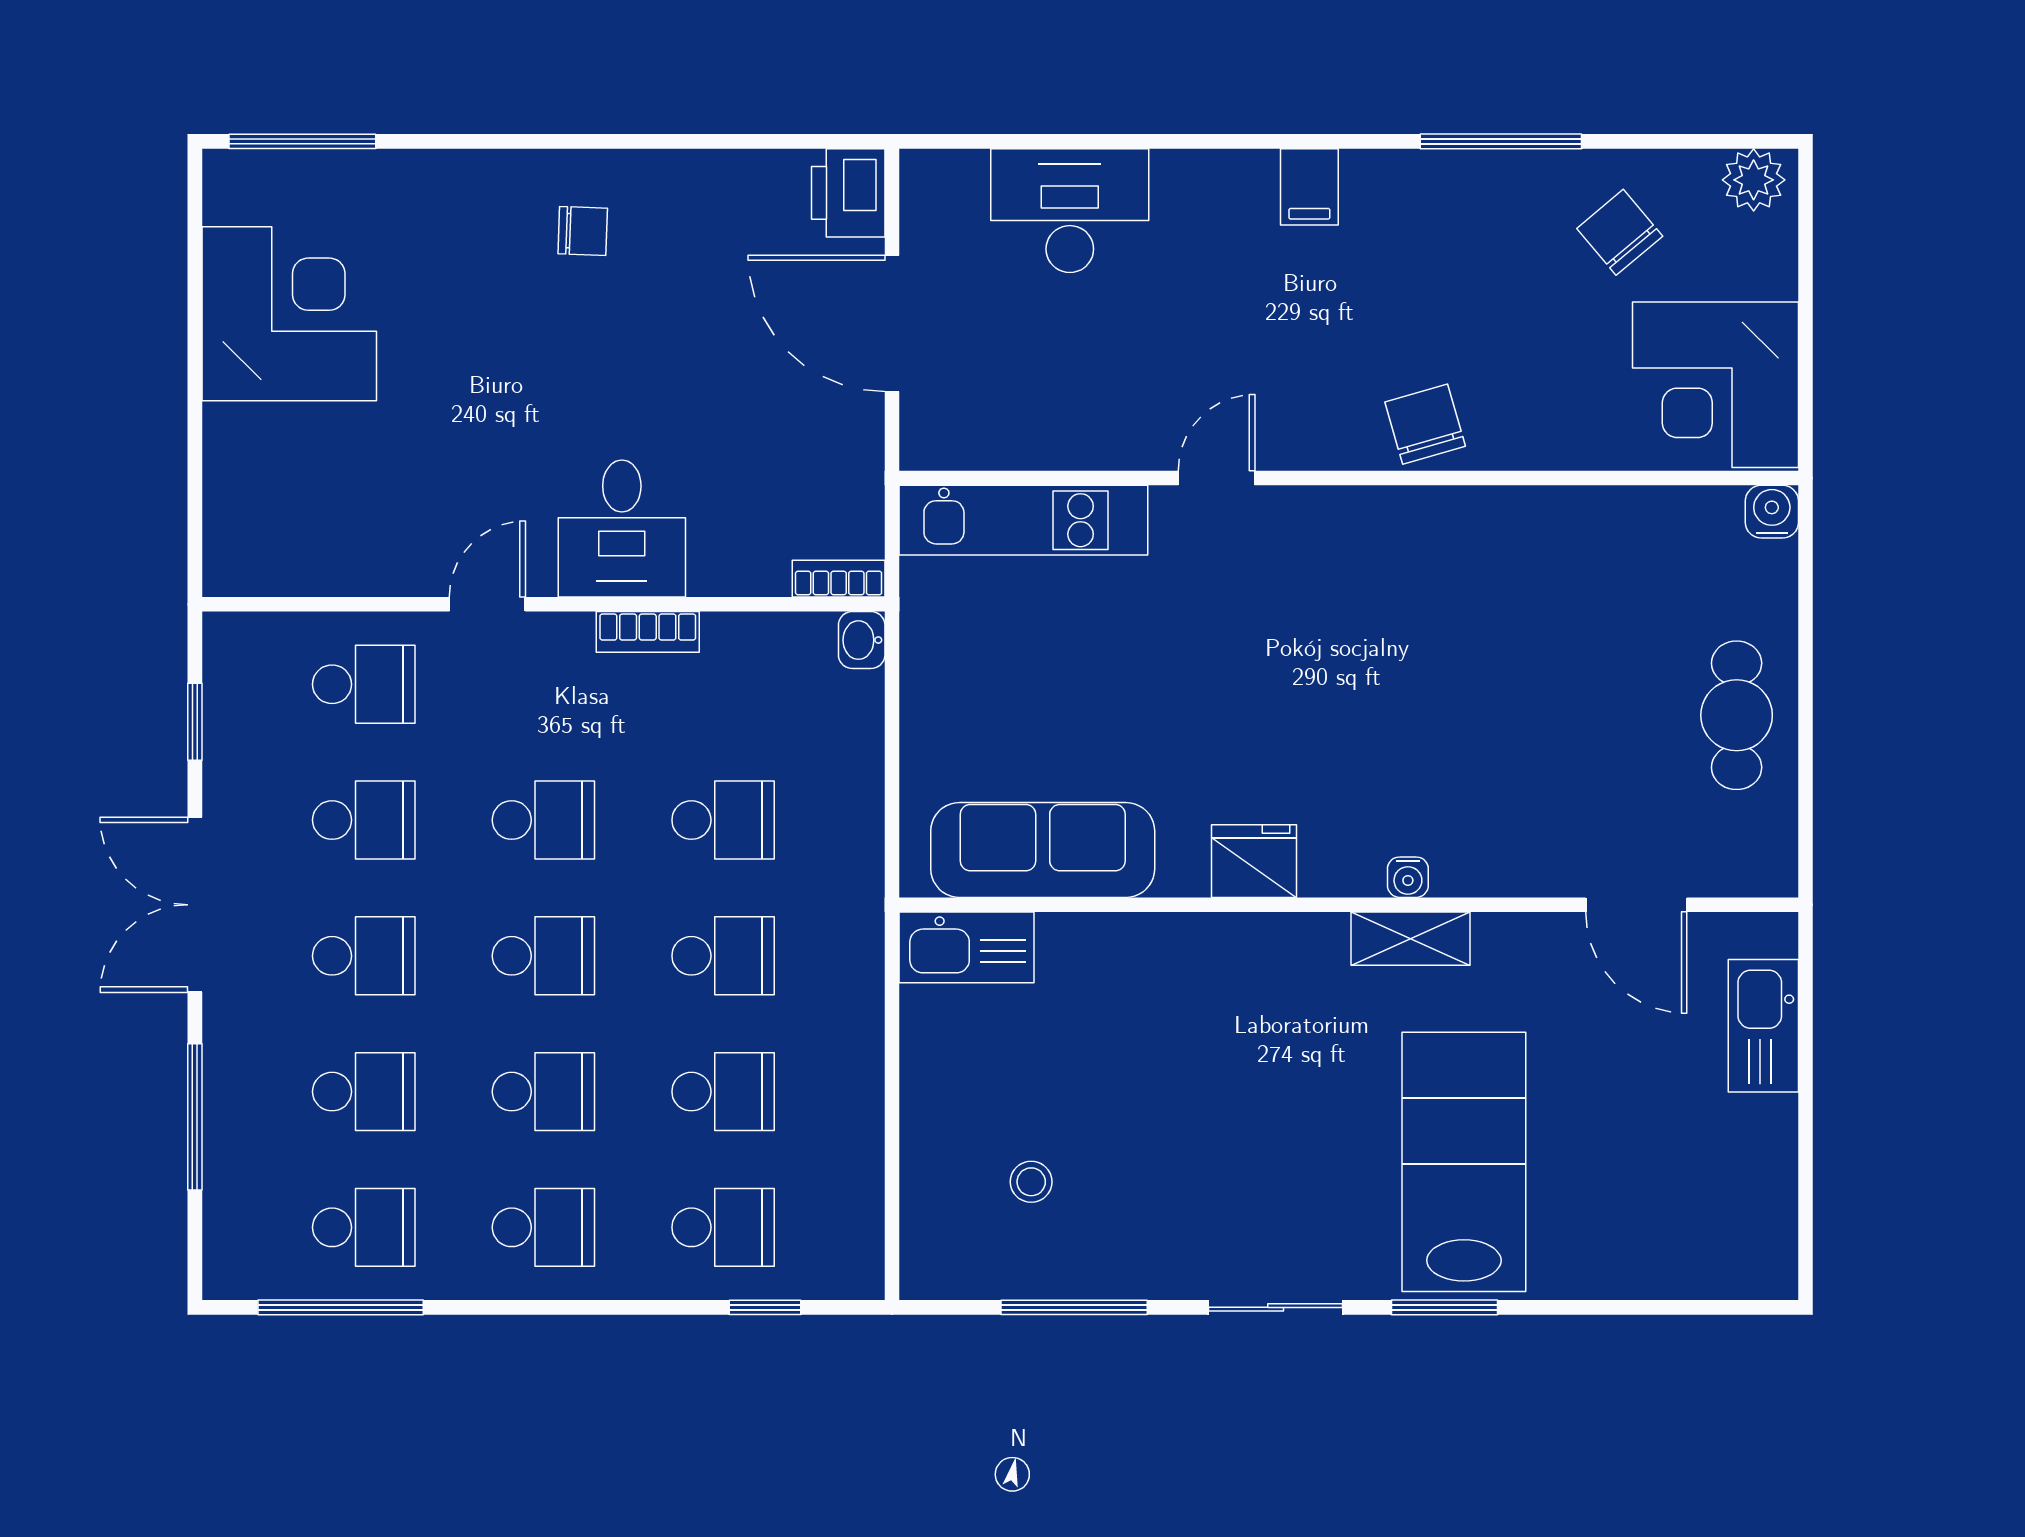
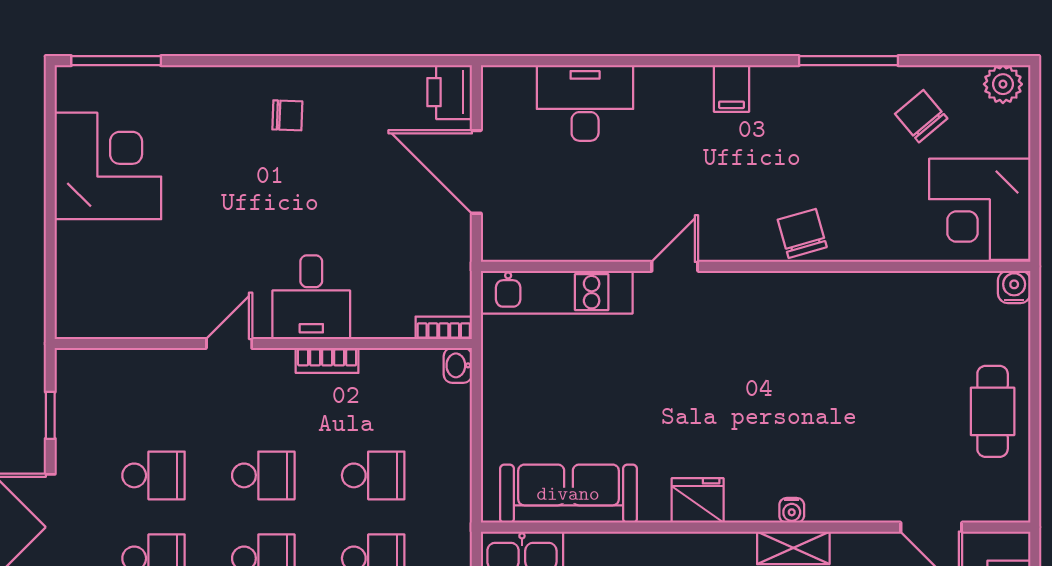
school desk: (364, 684) -> (153, 392), removed

